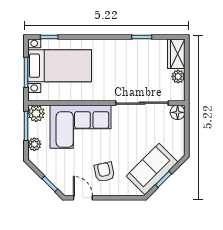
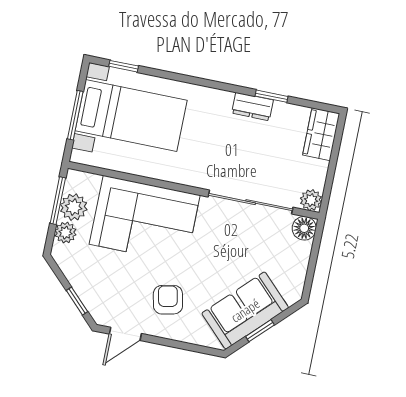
dresser: (132, 45) -> (253, 107), added
plant: (178, 76) -> (311, 200), moved
plant: (36, 113) -> (74, 207), moved
door: (83, 198) -> (125, 334), swing flipped

